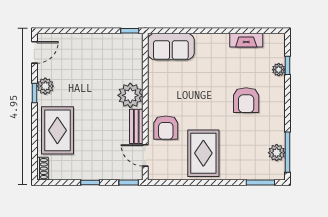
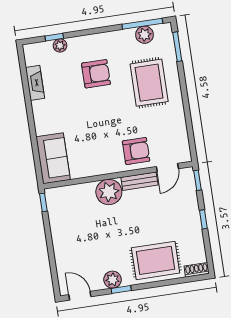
rug: (203, 153) -> (149, 83), moved, turned 90

